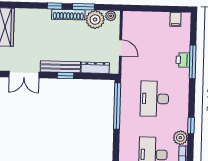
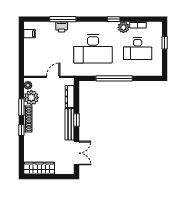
desk: (154, 99) -> (93, 49), width x1.36, depth x1.30
window: (117, 106) -> (114, 78), moved

